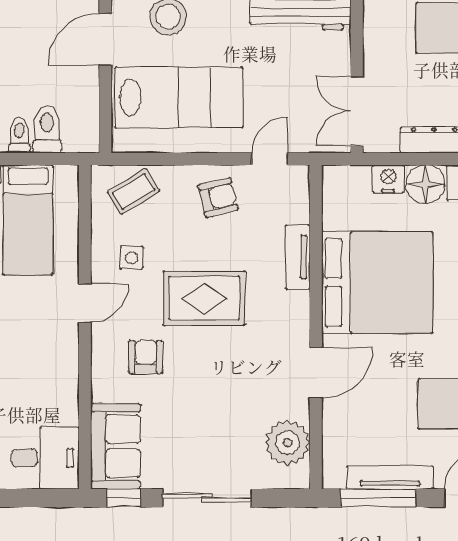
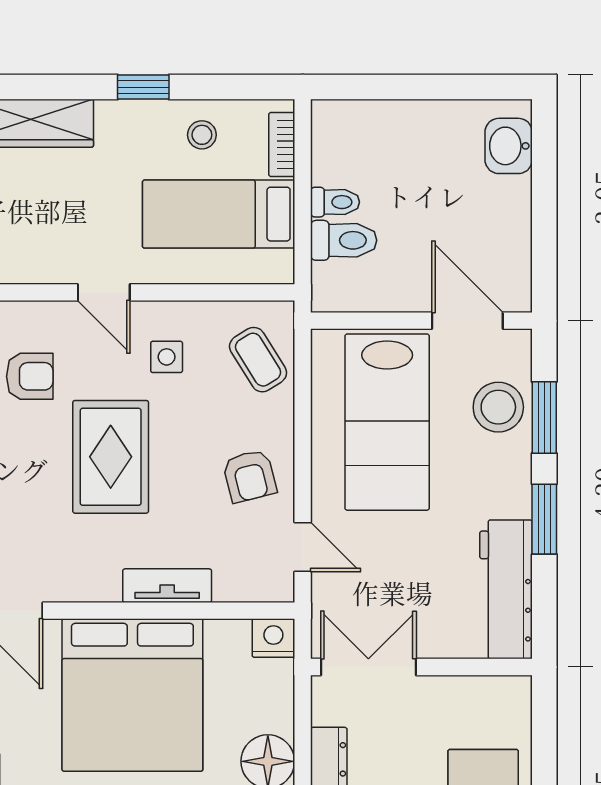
nightstand: (388, 179) -> (273, 638), moved, turned -90

